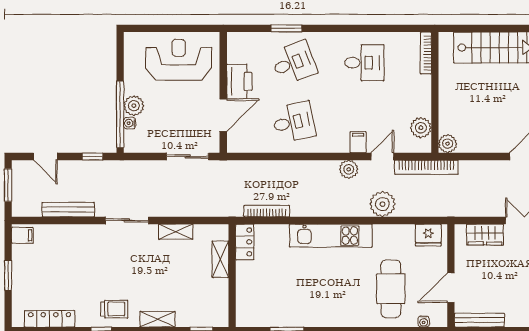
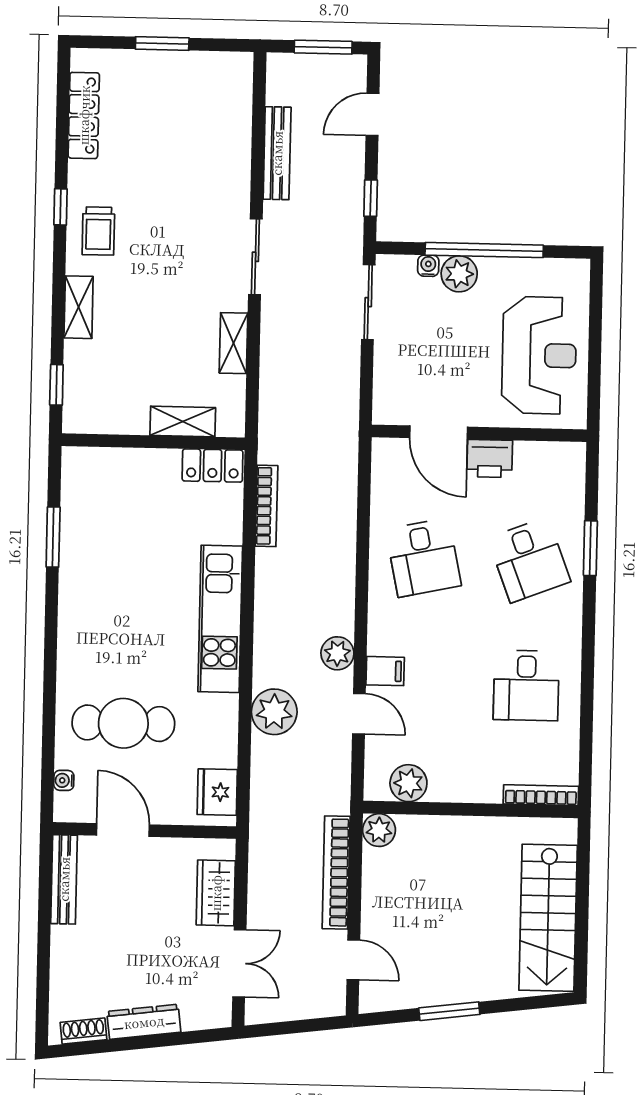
printer: (239, 81) -> (490, 458), width x0.73, depth x0.84
window: (120, 114) -> (484, 250), moved
sliding door: (188, 156) -> (368, 302), moved
bookcase: (426, 167) -> (336, 872), moved
filing cabinet: (22, 235) -> (233, 71), removed

